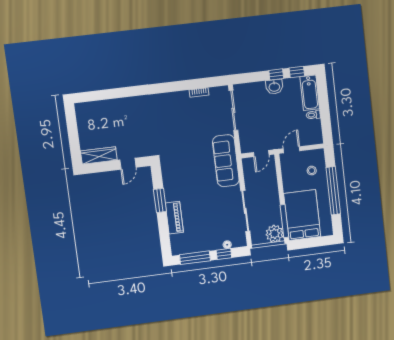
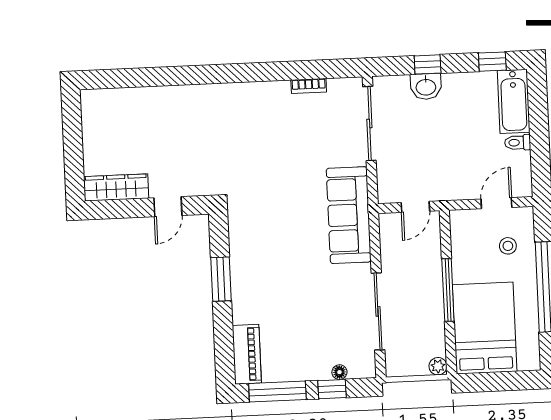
window: (276, 74) -> (428, 64), moved
washbasin: (274, 87) -> (426, 87), moved
door: (292, 150) -> (496, 203), moved
piano: (174, 218) -> (247, 354), moved
window: (284, 221) -> (448, 290), moved
plant: (275, 234) -> (438, 366), width x0.53, depth x0.53

